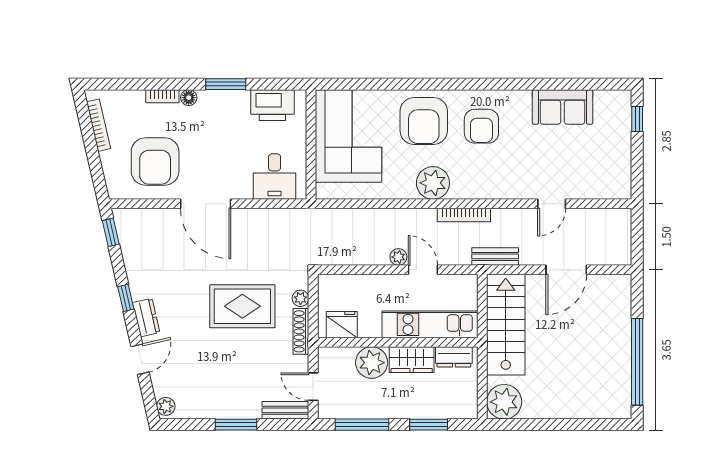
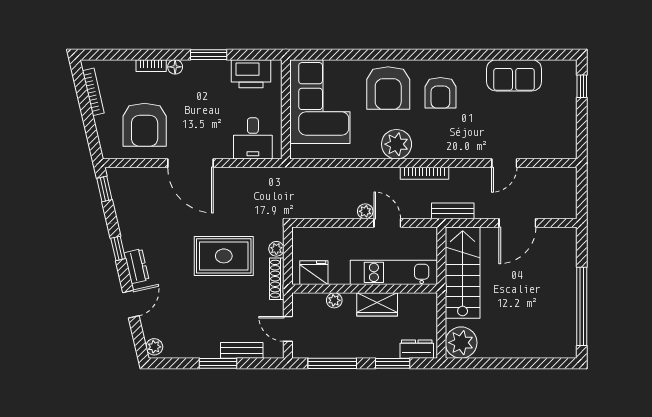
dresser: (454, 357) -> (417, 349), moved, turned 180
plant: (372, 363) -> (334, 300), width x0.53, depth x0.53
bench: (285, 410) -> (242, 350), moved

